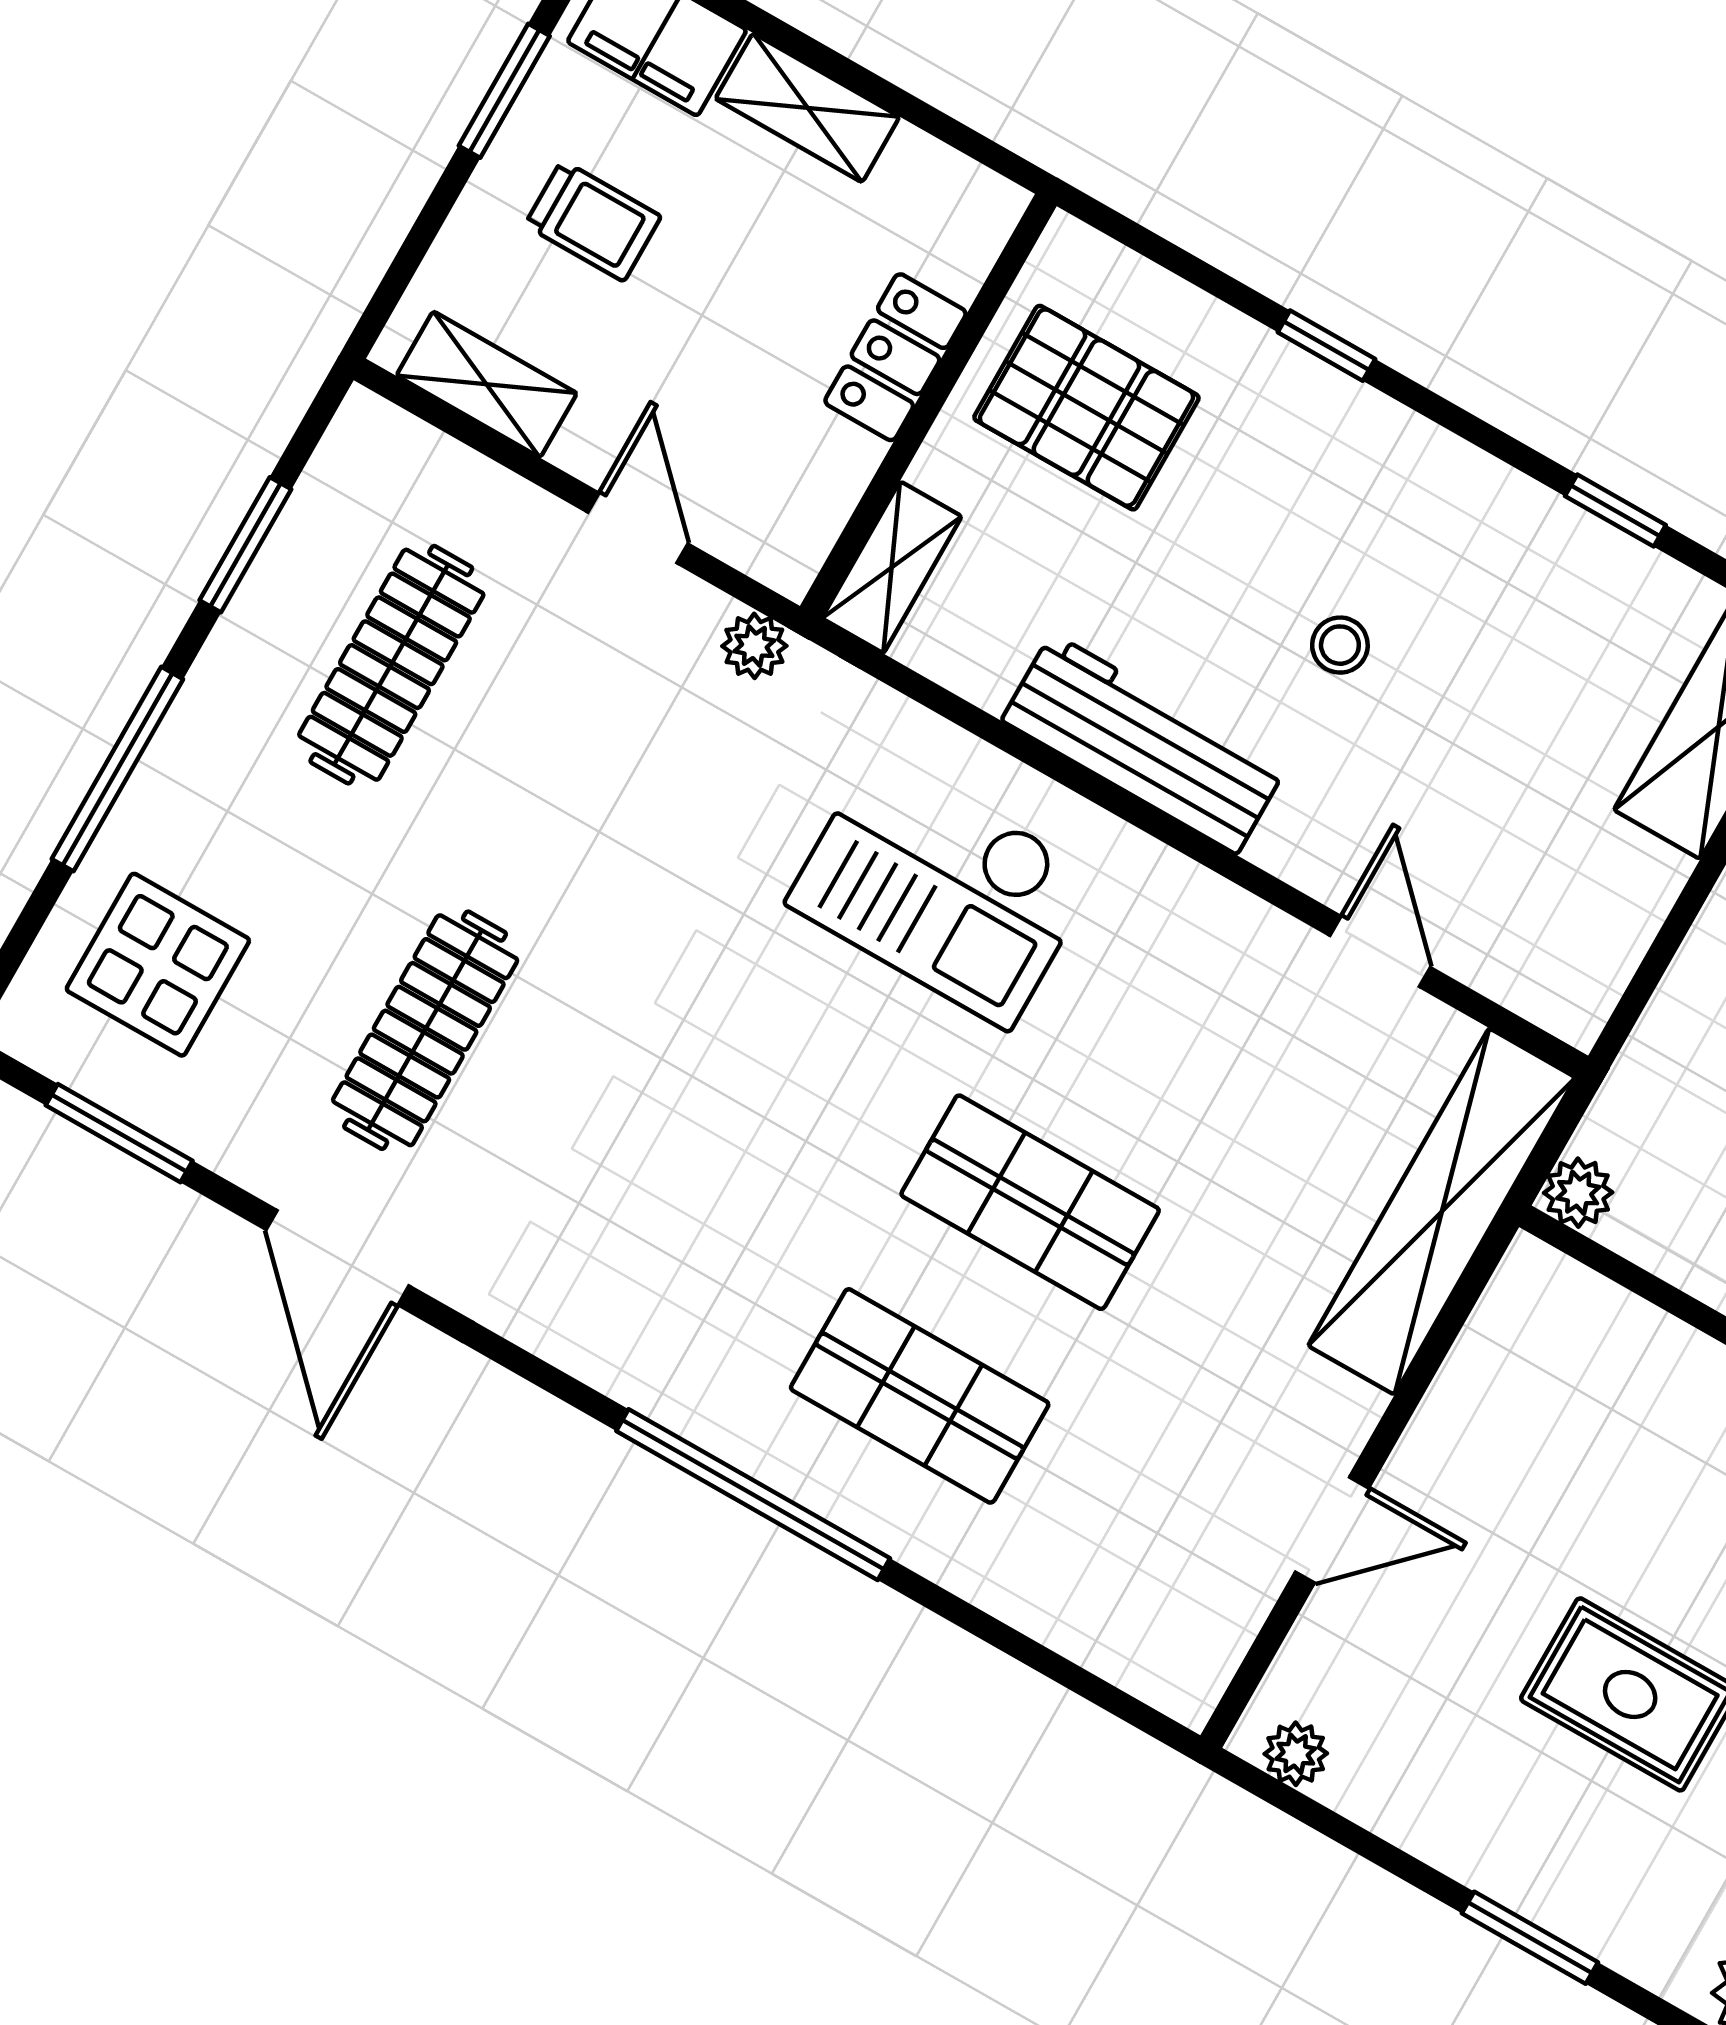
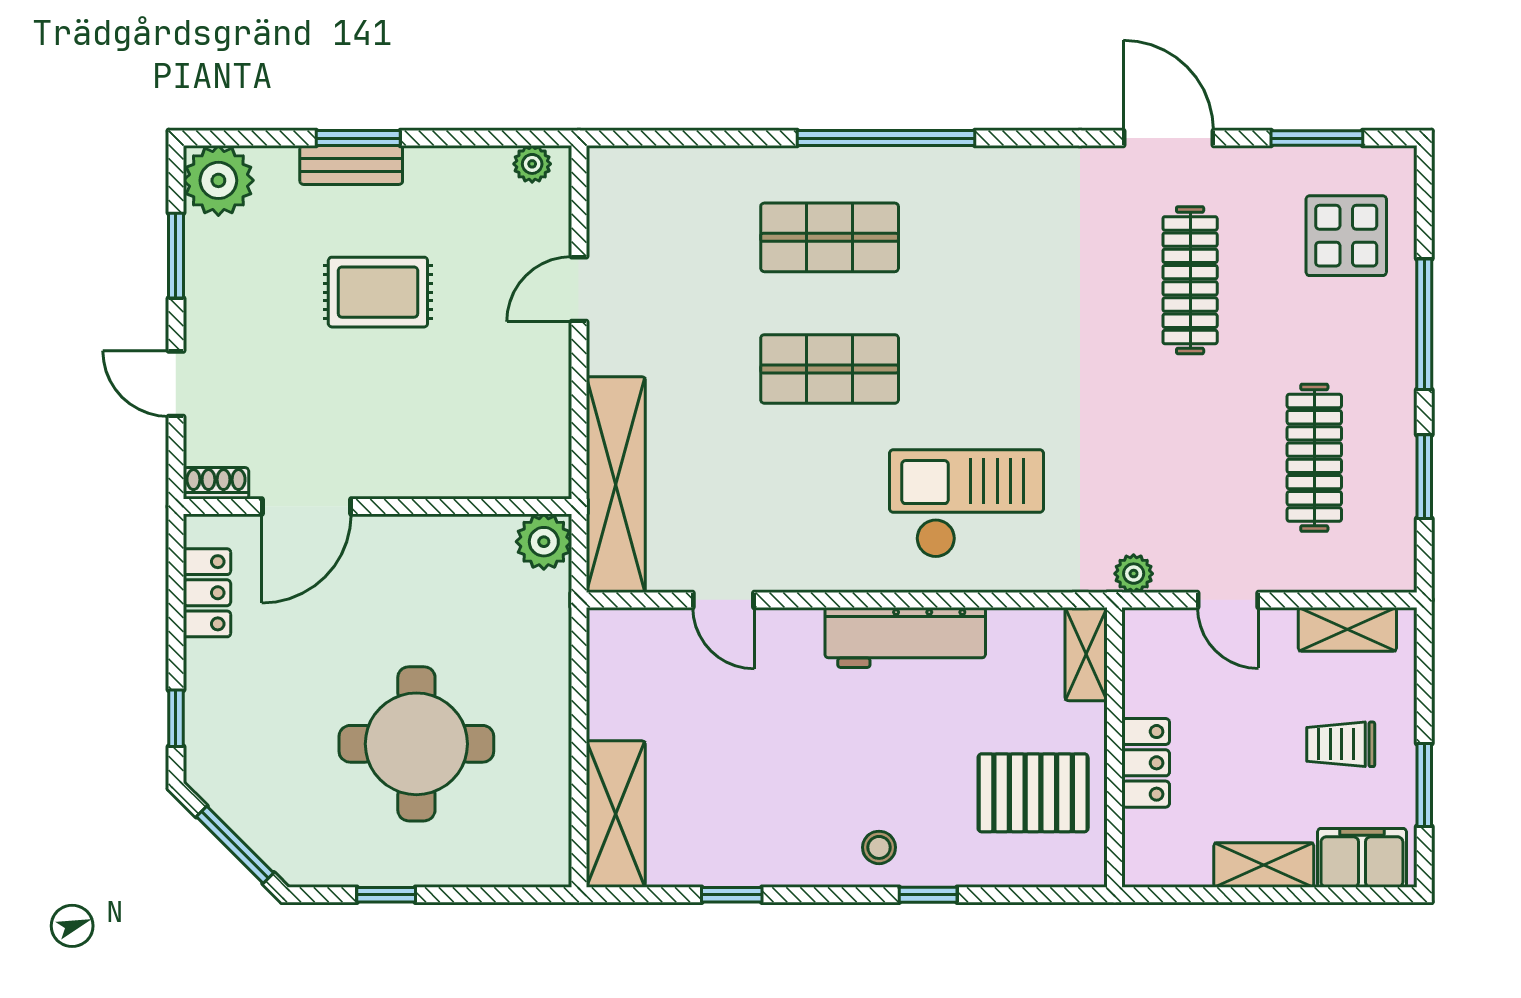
stool: (1340, 645) -> (879, 847), moved
plant: (1578, 1193) -> (544, 542), width x1.38, depth x1.38
bench: (1563, 1904) -> (351, 165), added

